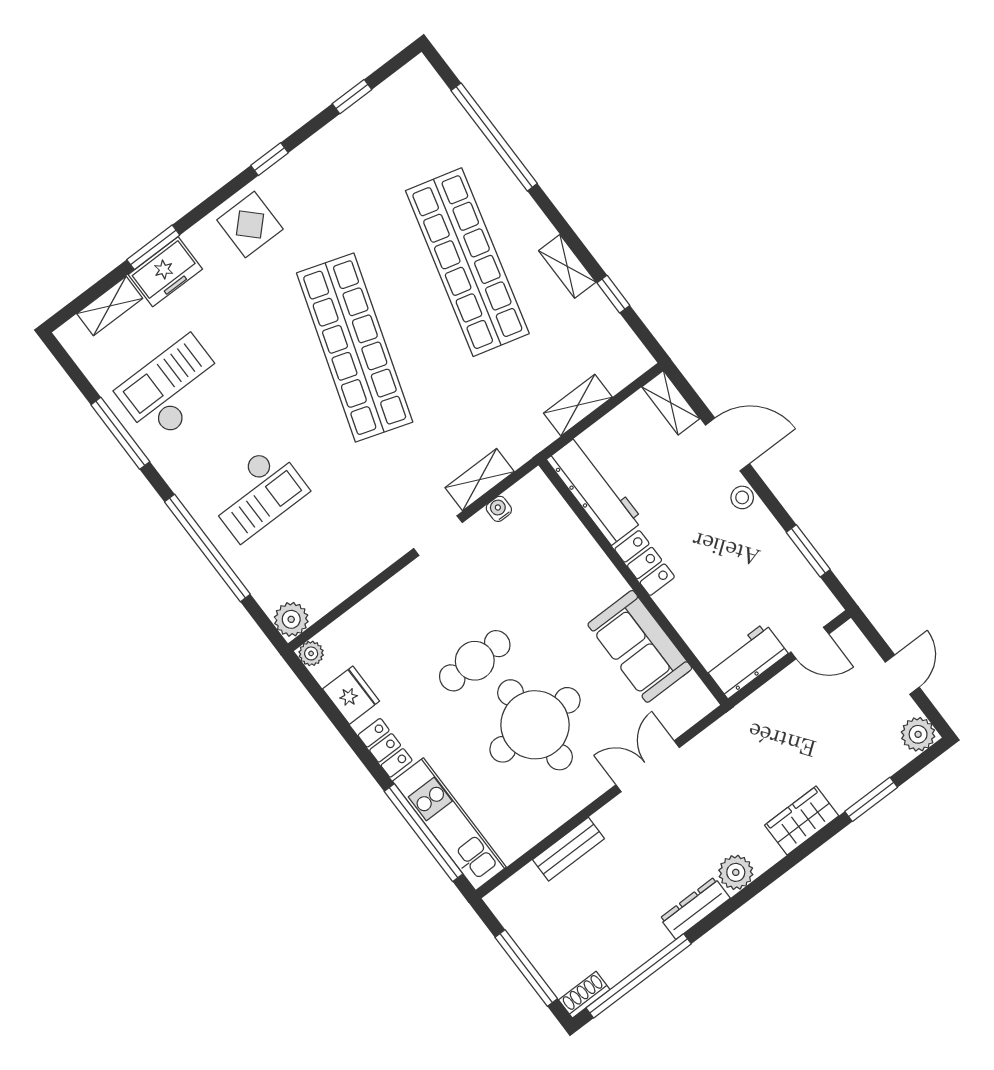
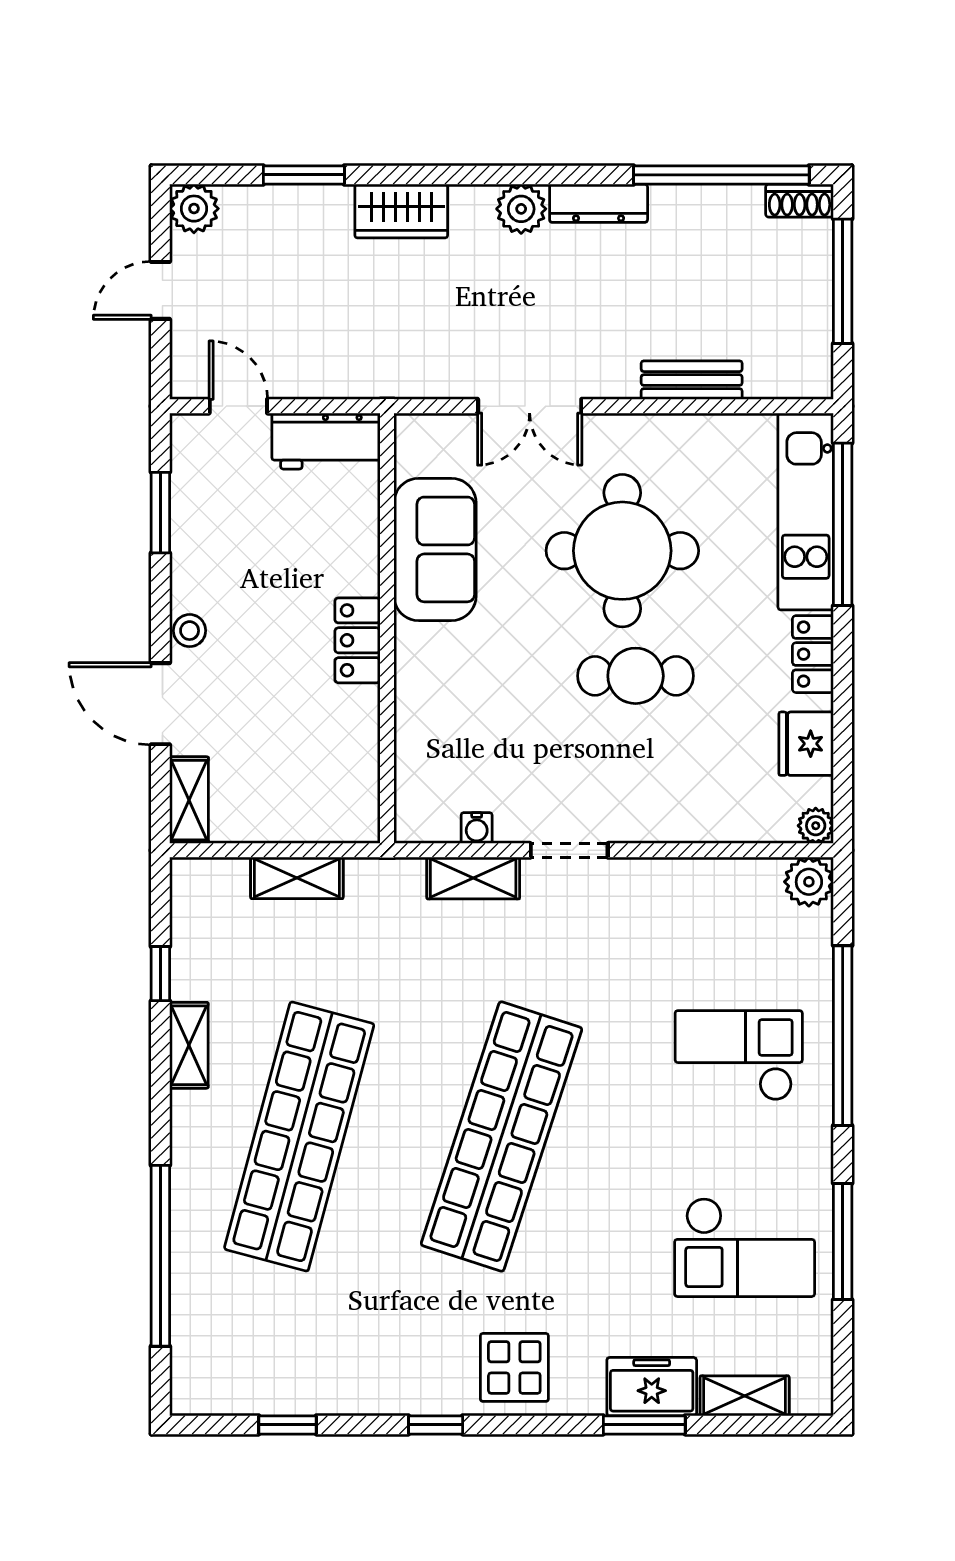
workbench: (595, 490) -> (351, 766), removed

